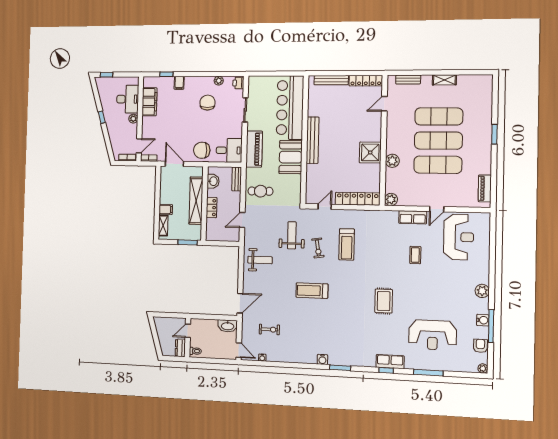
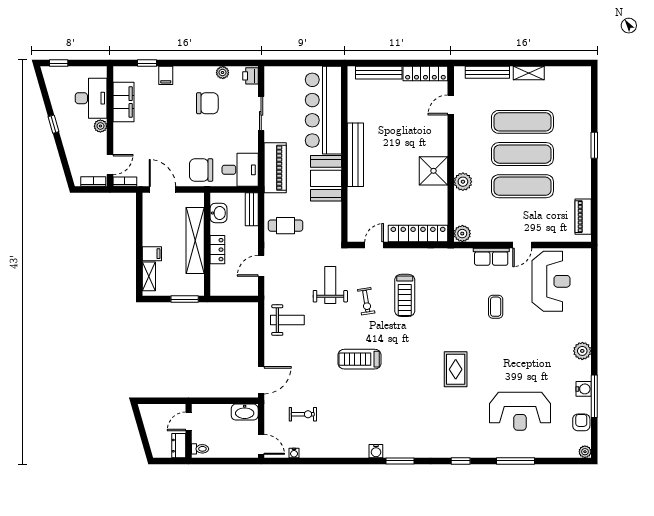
bench: (408, 79) -> (487, 72), width x1.36
chair: (207, 103) -> (207, 103), turned 90
row of seats: (390, 362) -> (466, 449), removed

